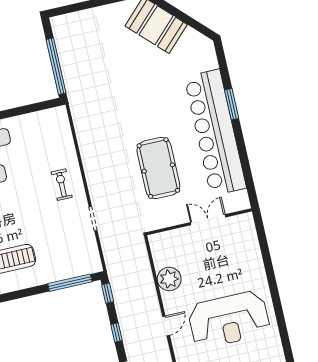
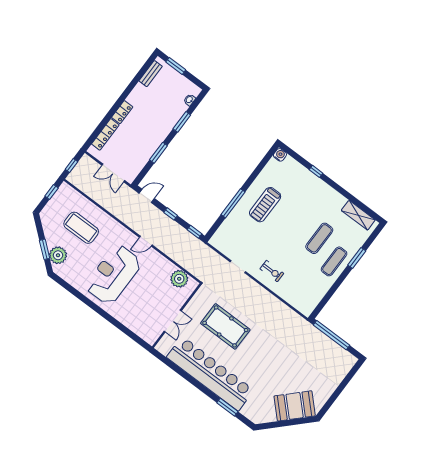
window: (232, 104) -> (227, 407), moved
plant: (169, 279) -> (179, 279), moved
window: (70, 283) -> (233, 203), moved
door: (166, 326) -> (146, 241), hinge flipped

